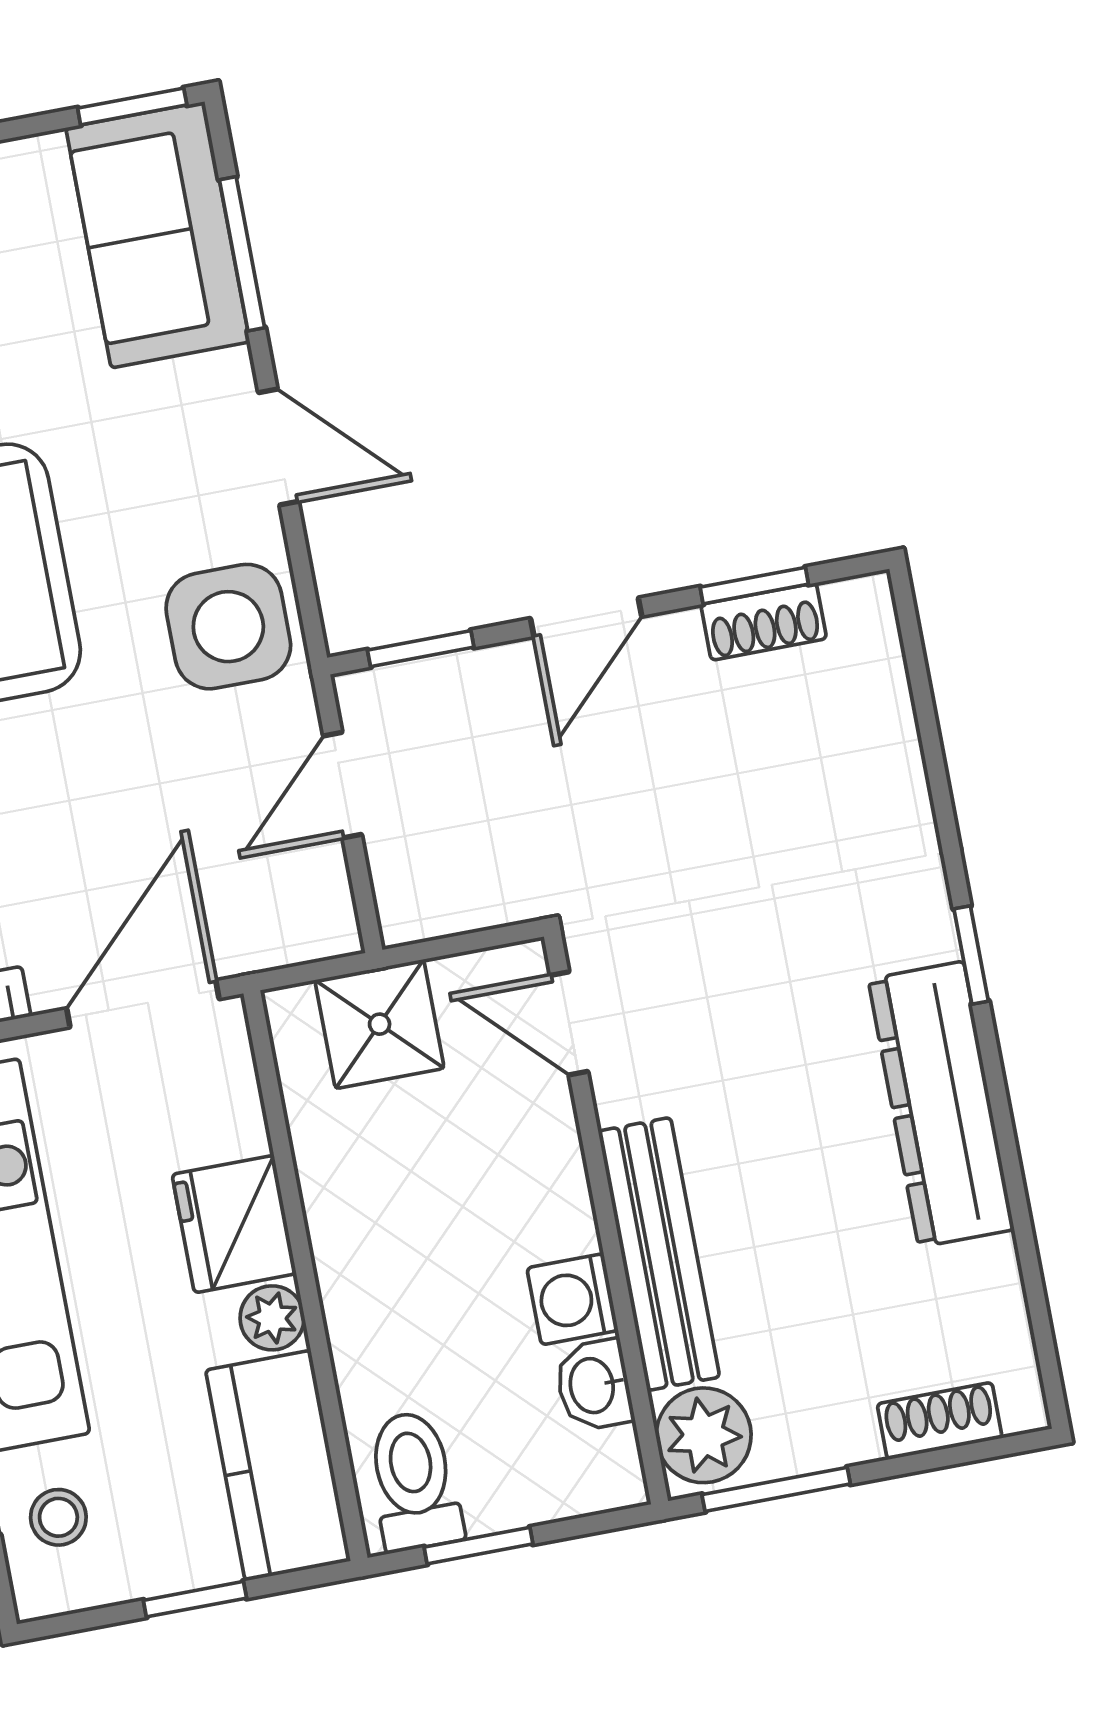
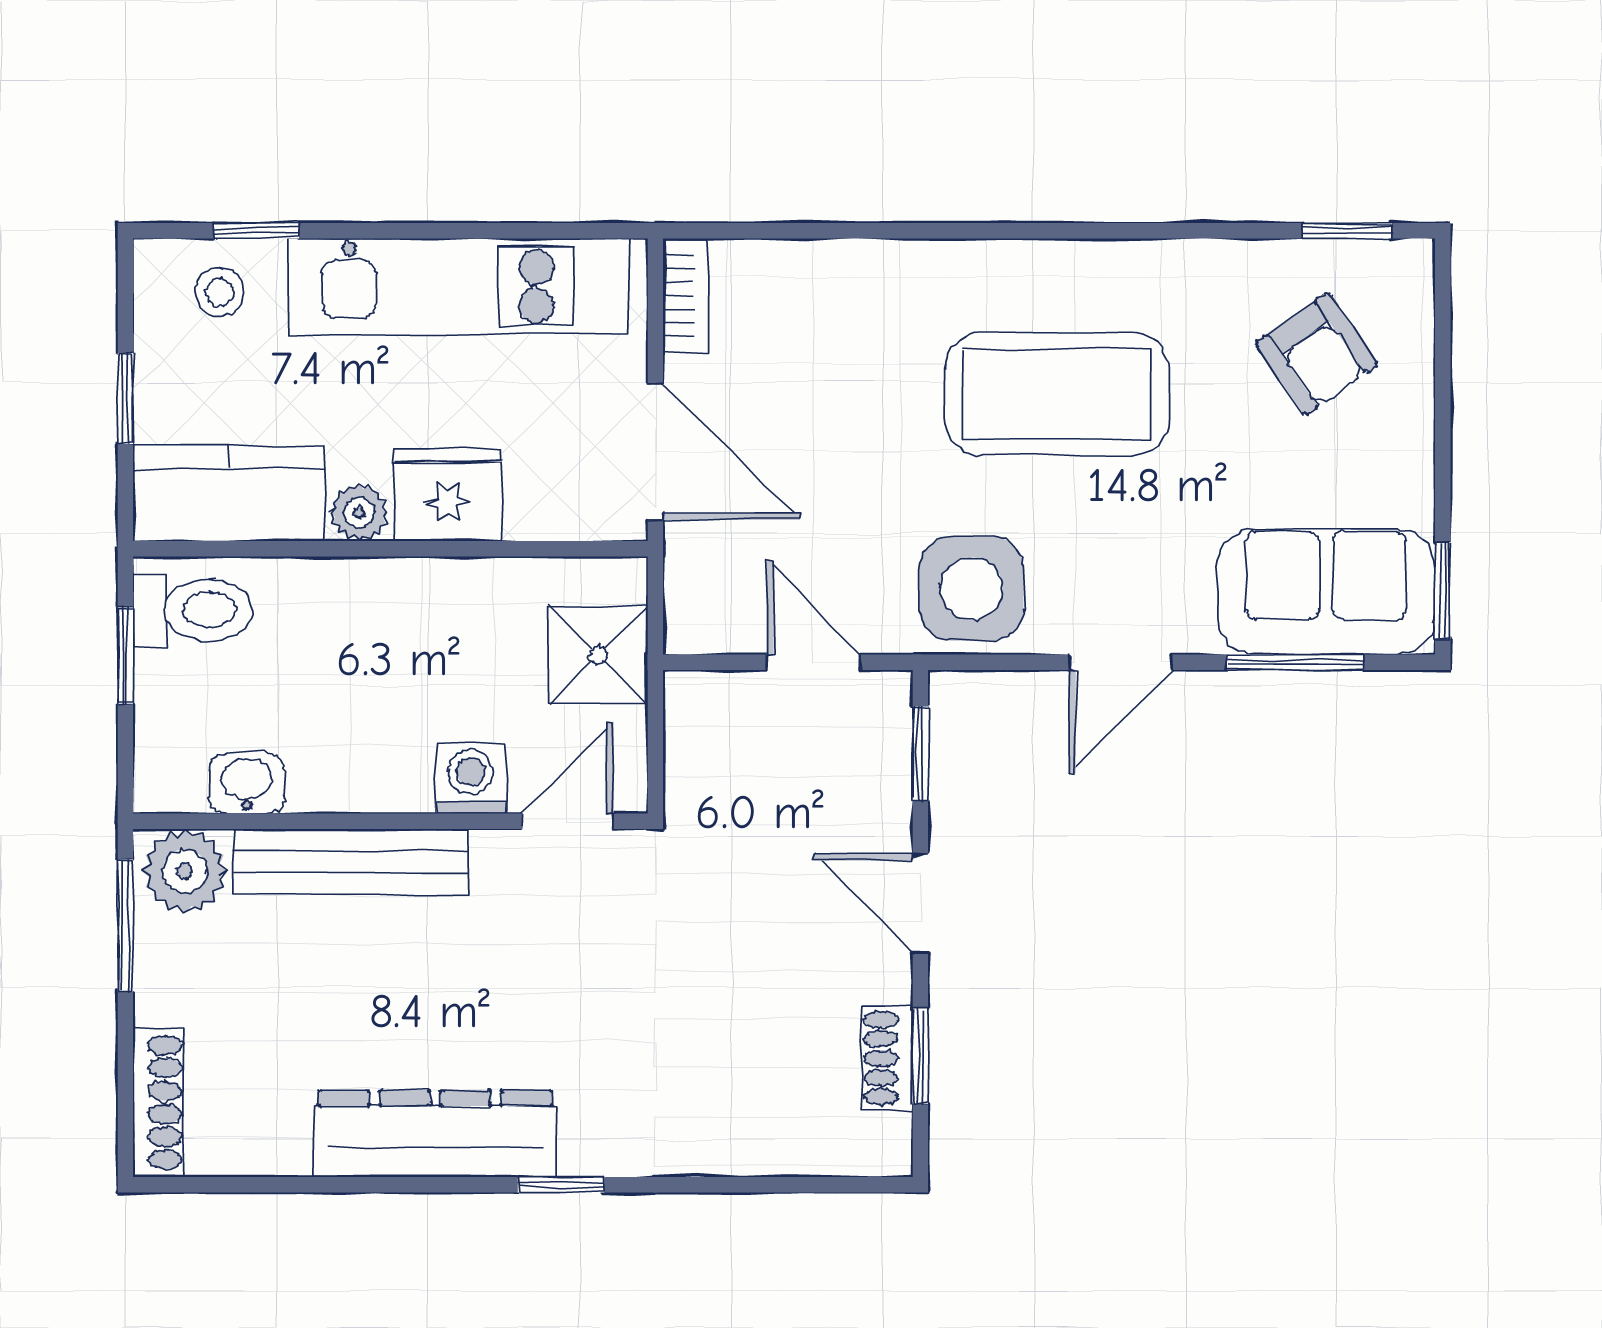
washing machine: (573, 1299) -> (471, 779), moved
shoe rack: (940, 1421) -> (158, 1102), width x1.43

